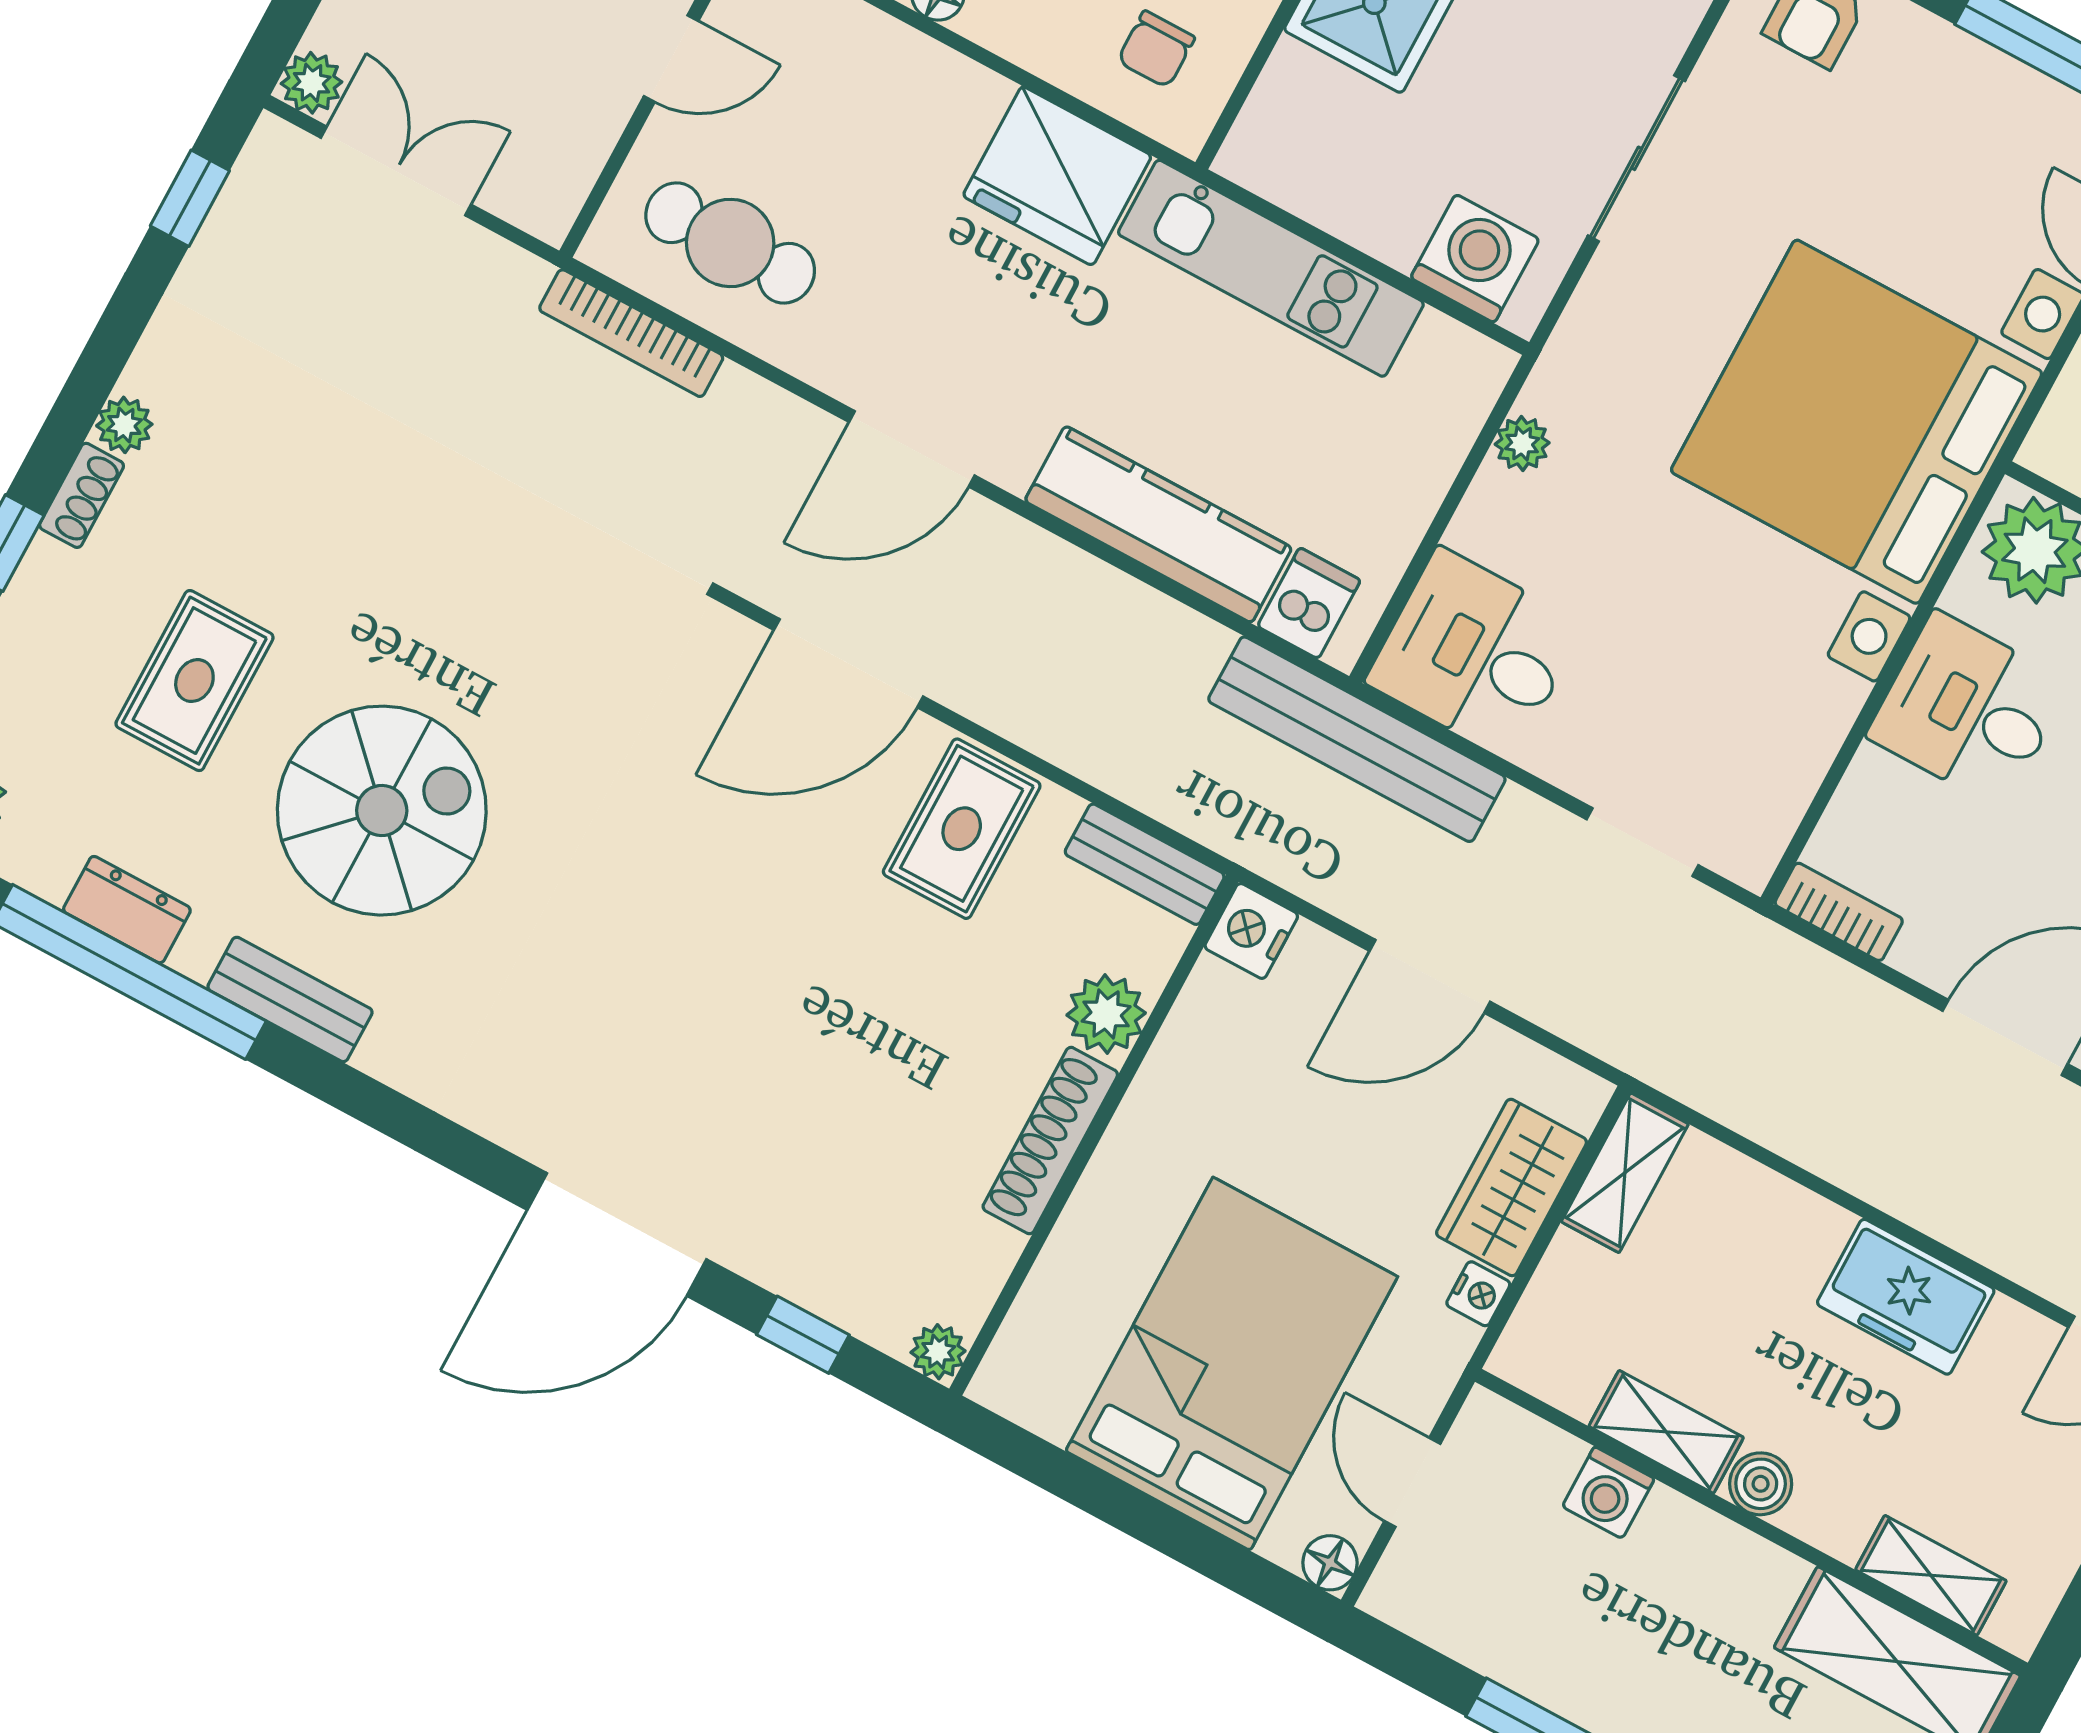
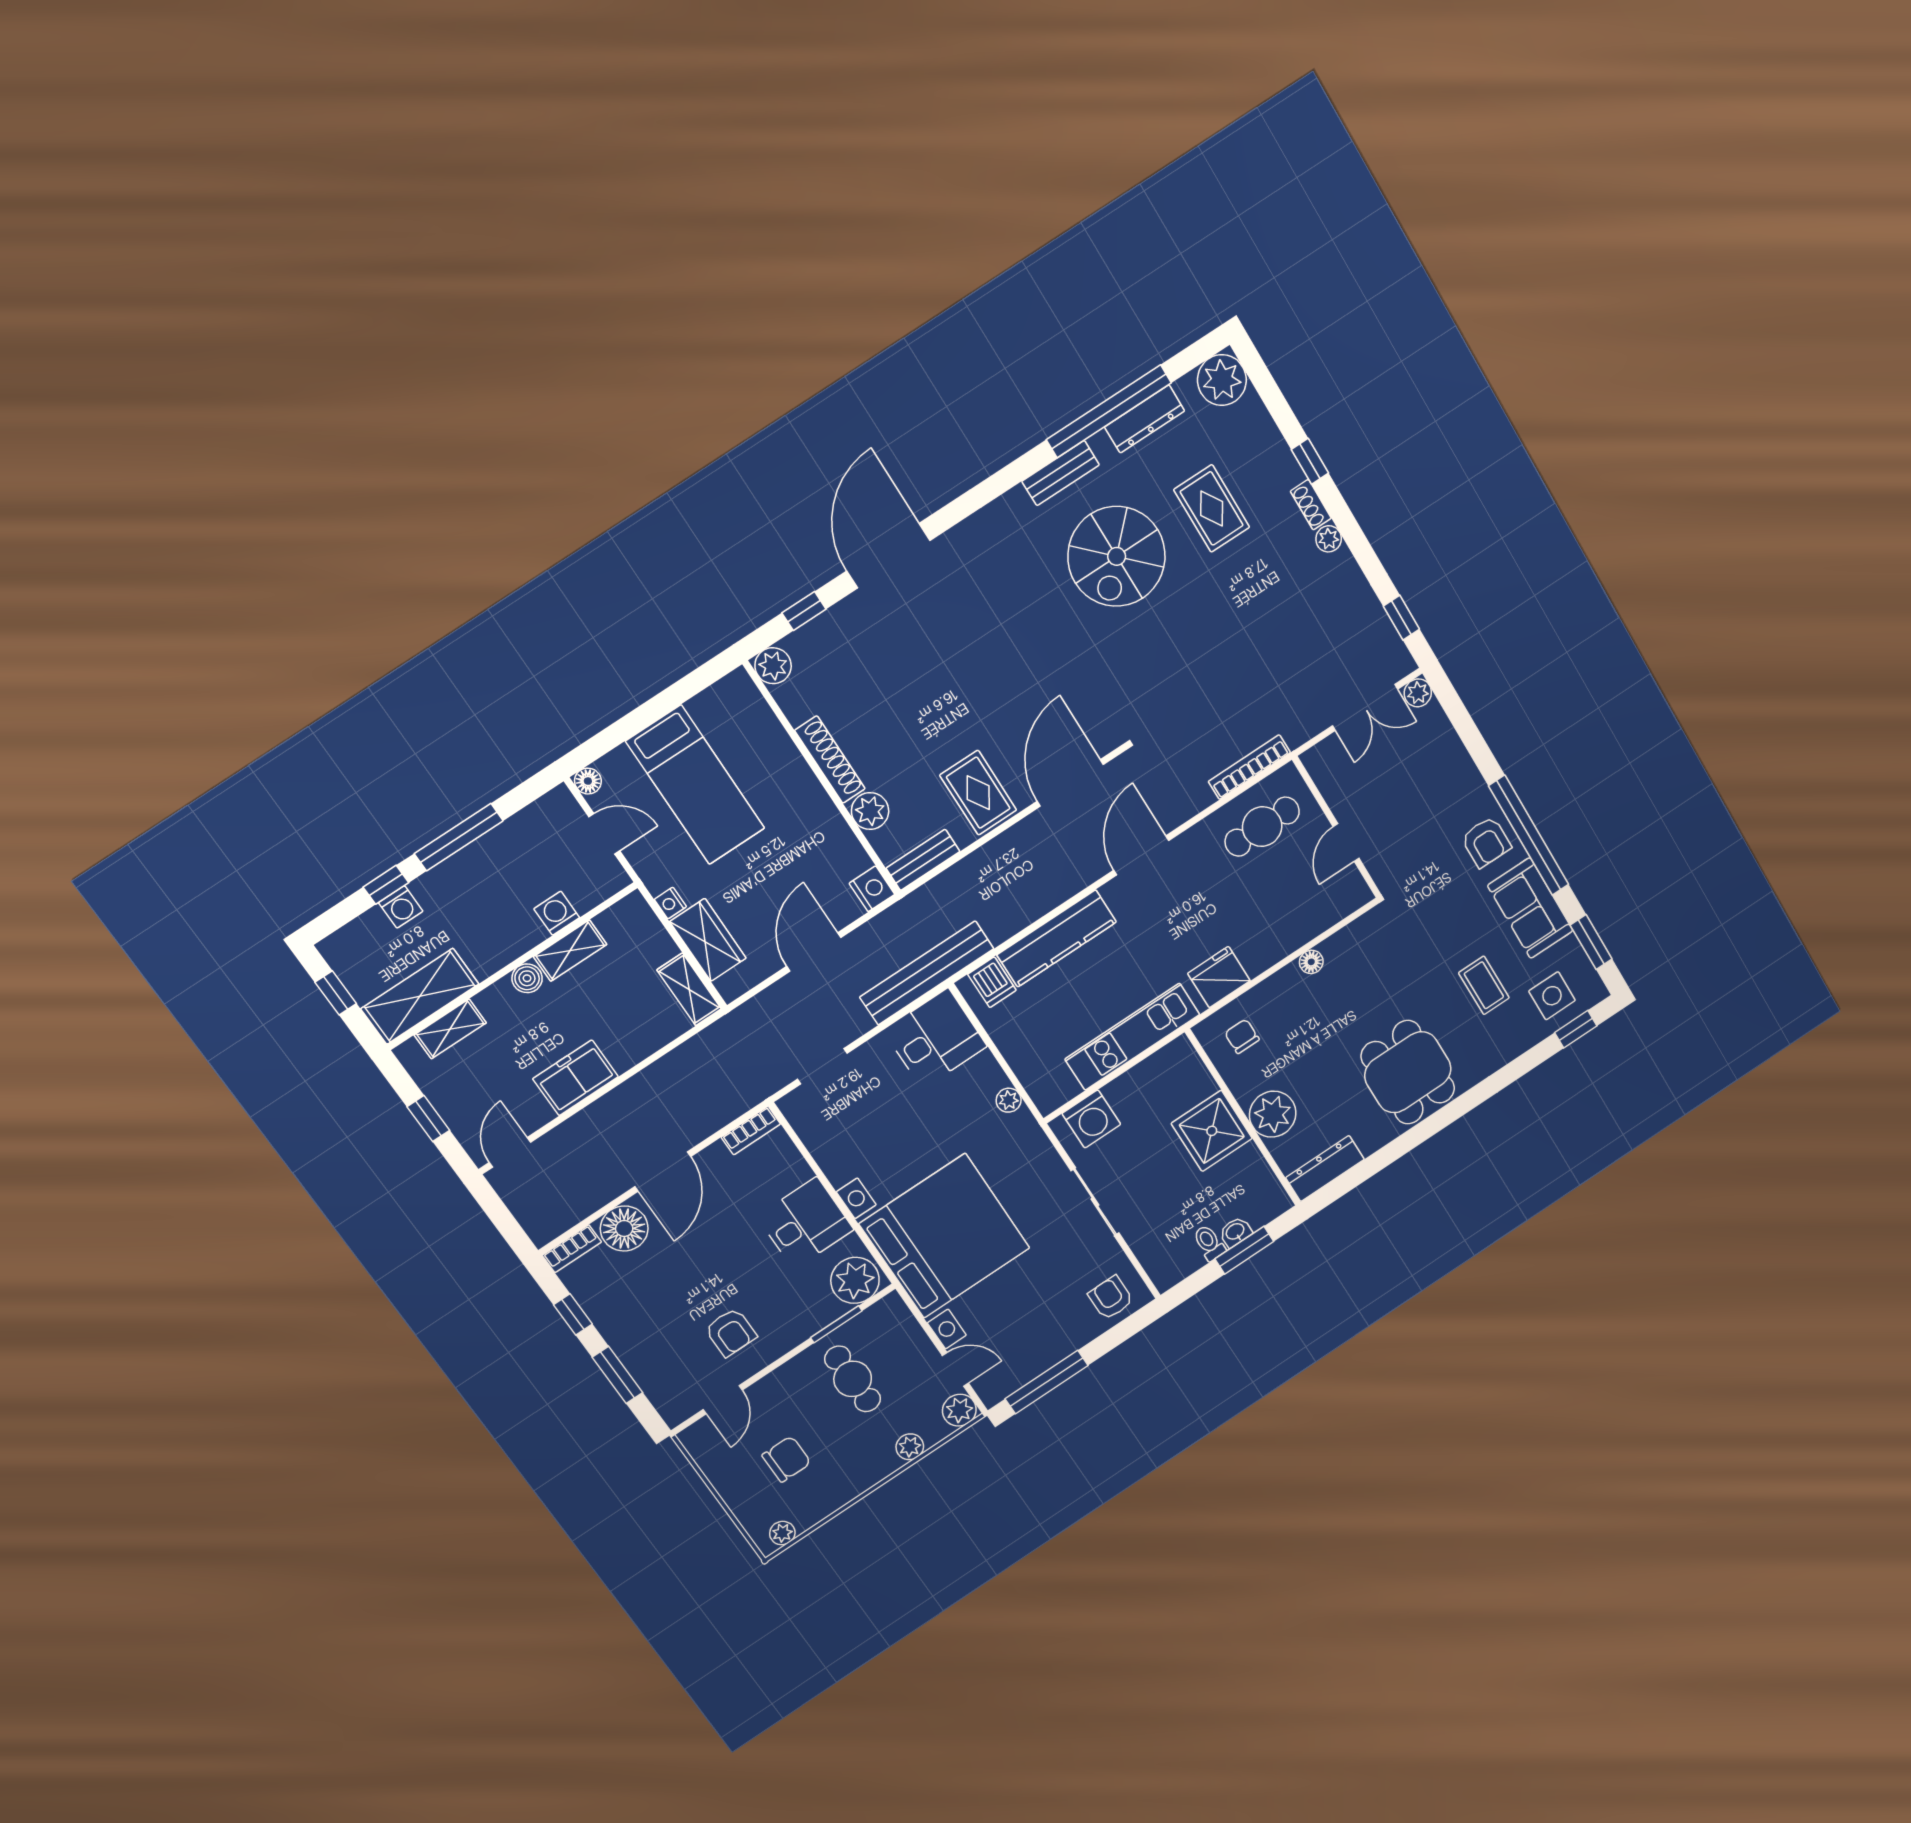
fridge: (1057, 176) -> (1219, 977), width x0.73, depth x0.75
dresser: (127, 910) -> (1145, 419), width x1.44
plant: (938, 1352) -> (773, 666), width x1.37, depth x1.37
bed: (1232, 1364) -> (695, 785), width x0.67

